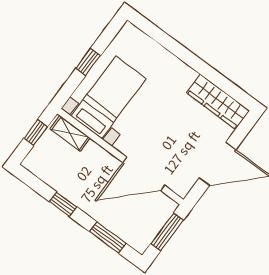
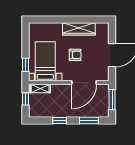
window: (88, 62) -> (25, 65), moved
wardrobe: (218, 102) -> (79, 29), moved
armchair: (162, 122) -> (75, 55), added

